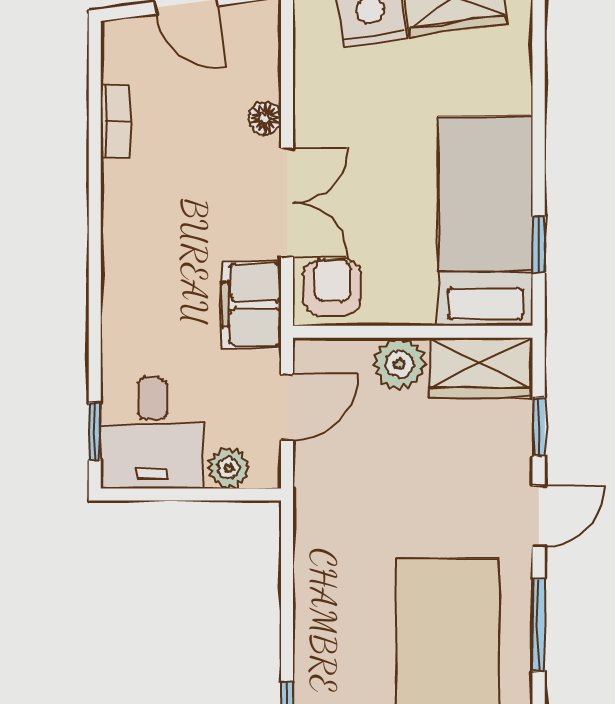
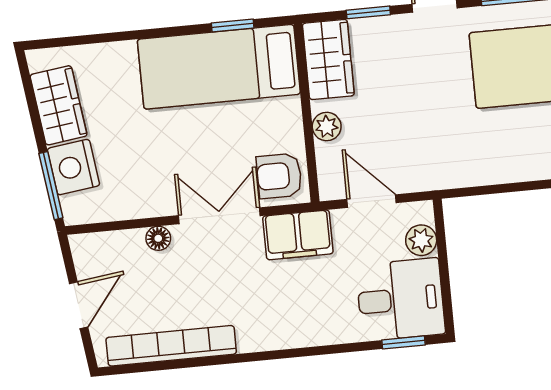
bookcase: (116, 122) -> (171, 346), width x2.31, depth x1.31
plant: (399, 364) -> (327, 126), width x0.73, depth x0.73

